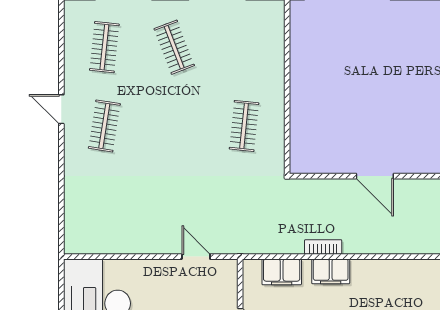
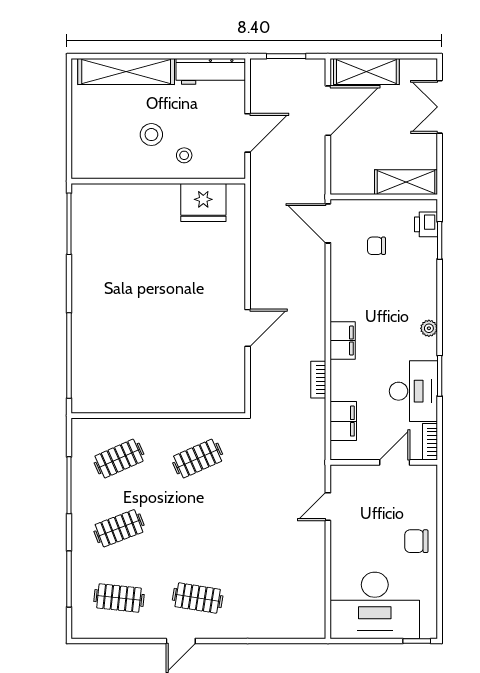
clothes rail: (244, 47) -> (119, 459), added
clothes rail: (244, 126) -> (198, 459), turned -30
filing cabinet: (331, 271) -> (343, 340), moved

